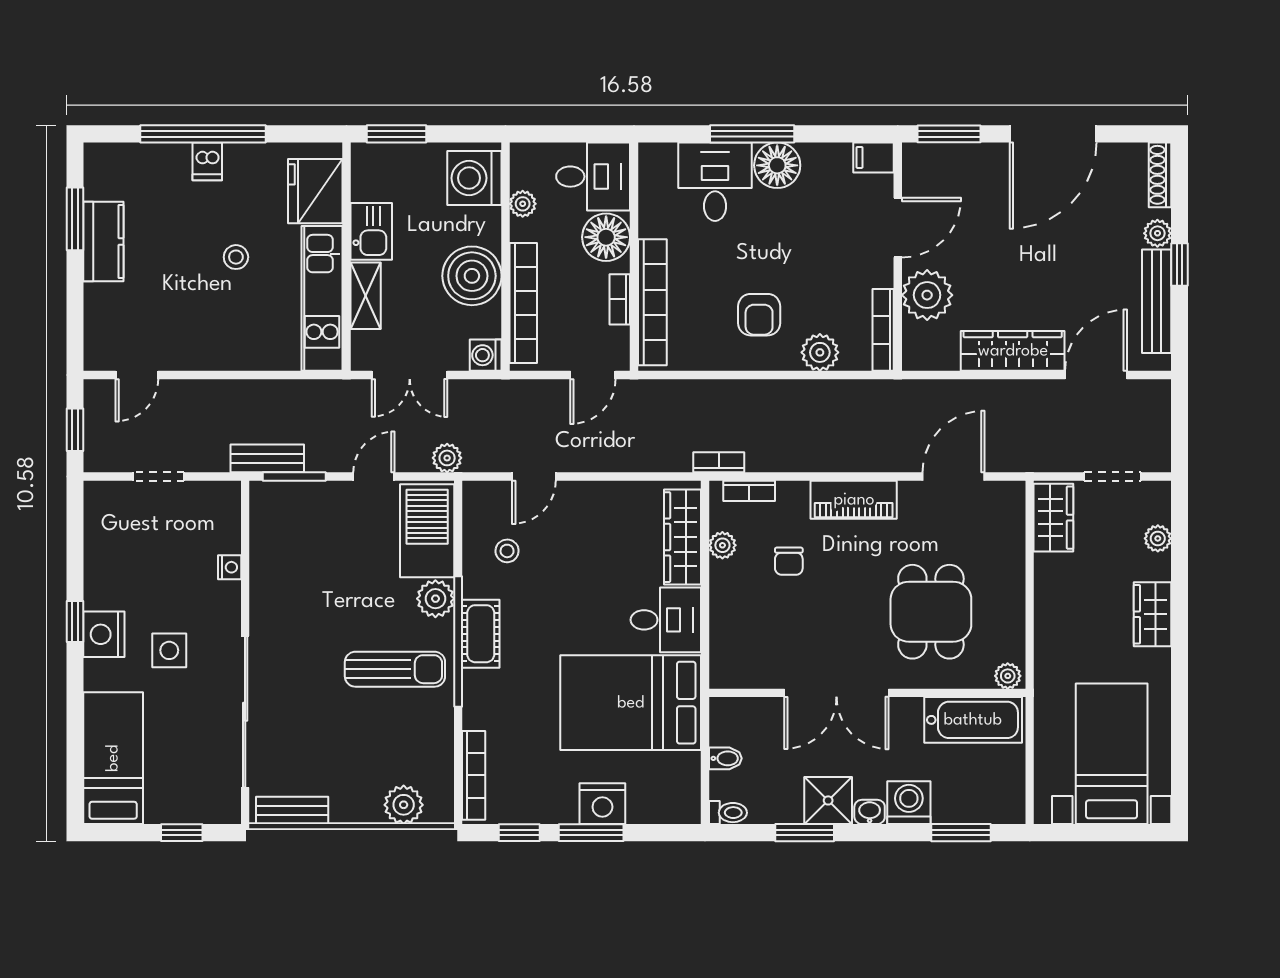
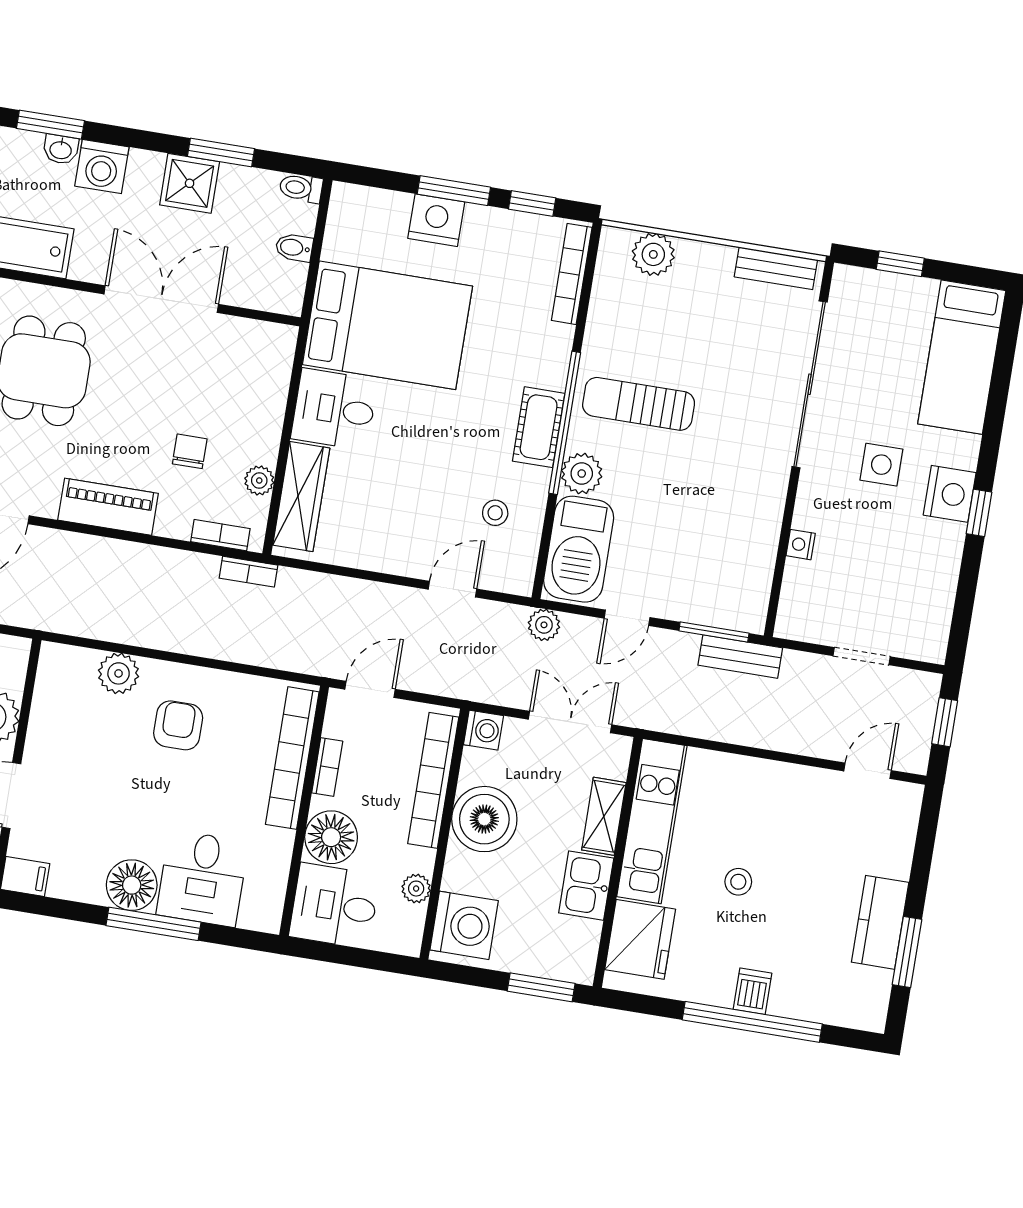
bookcase: (883, 330) -> (45, 687), removed
washbasin: (870, 812) -> (61, 149), moved

